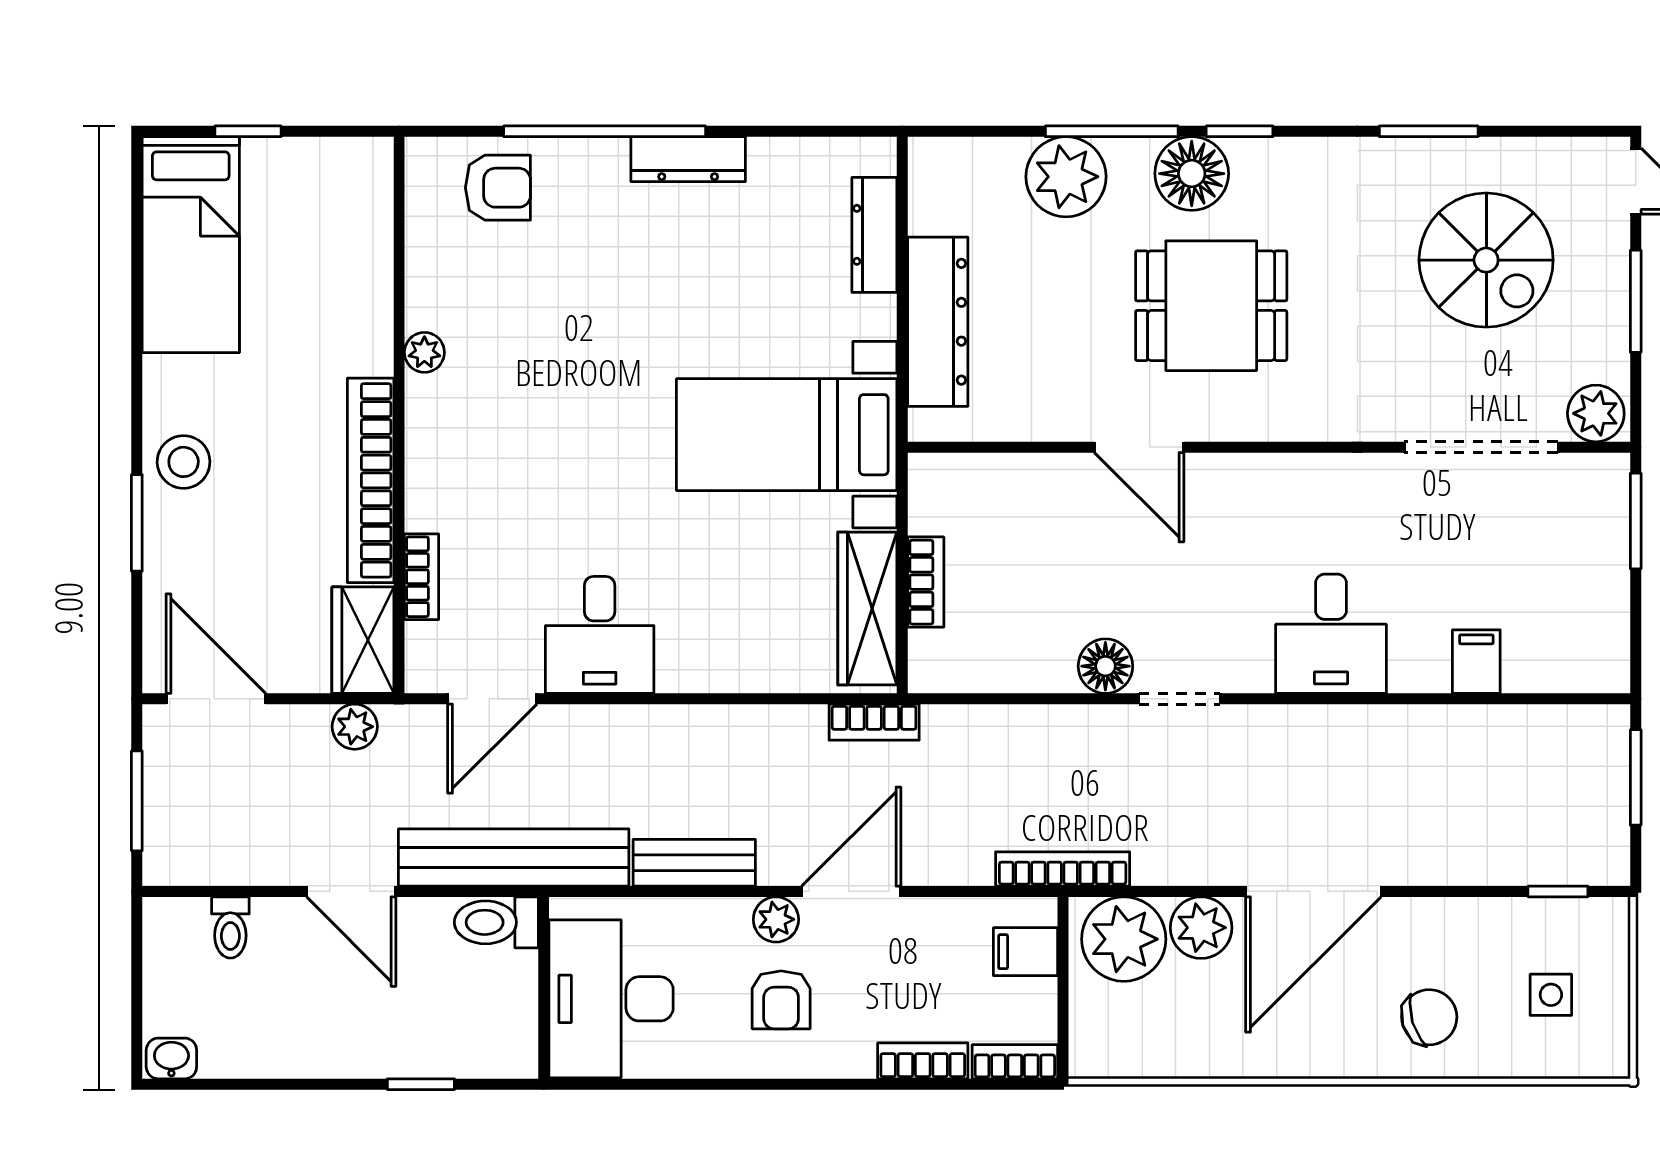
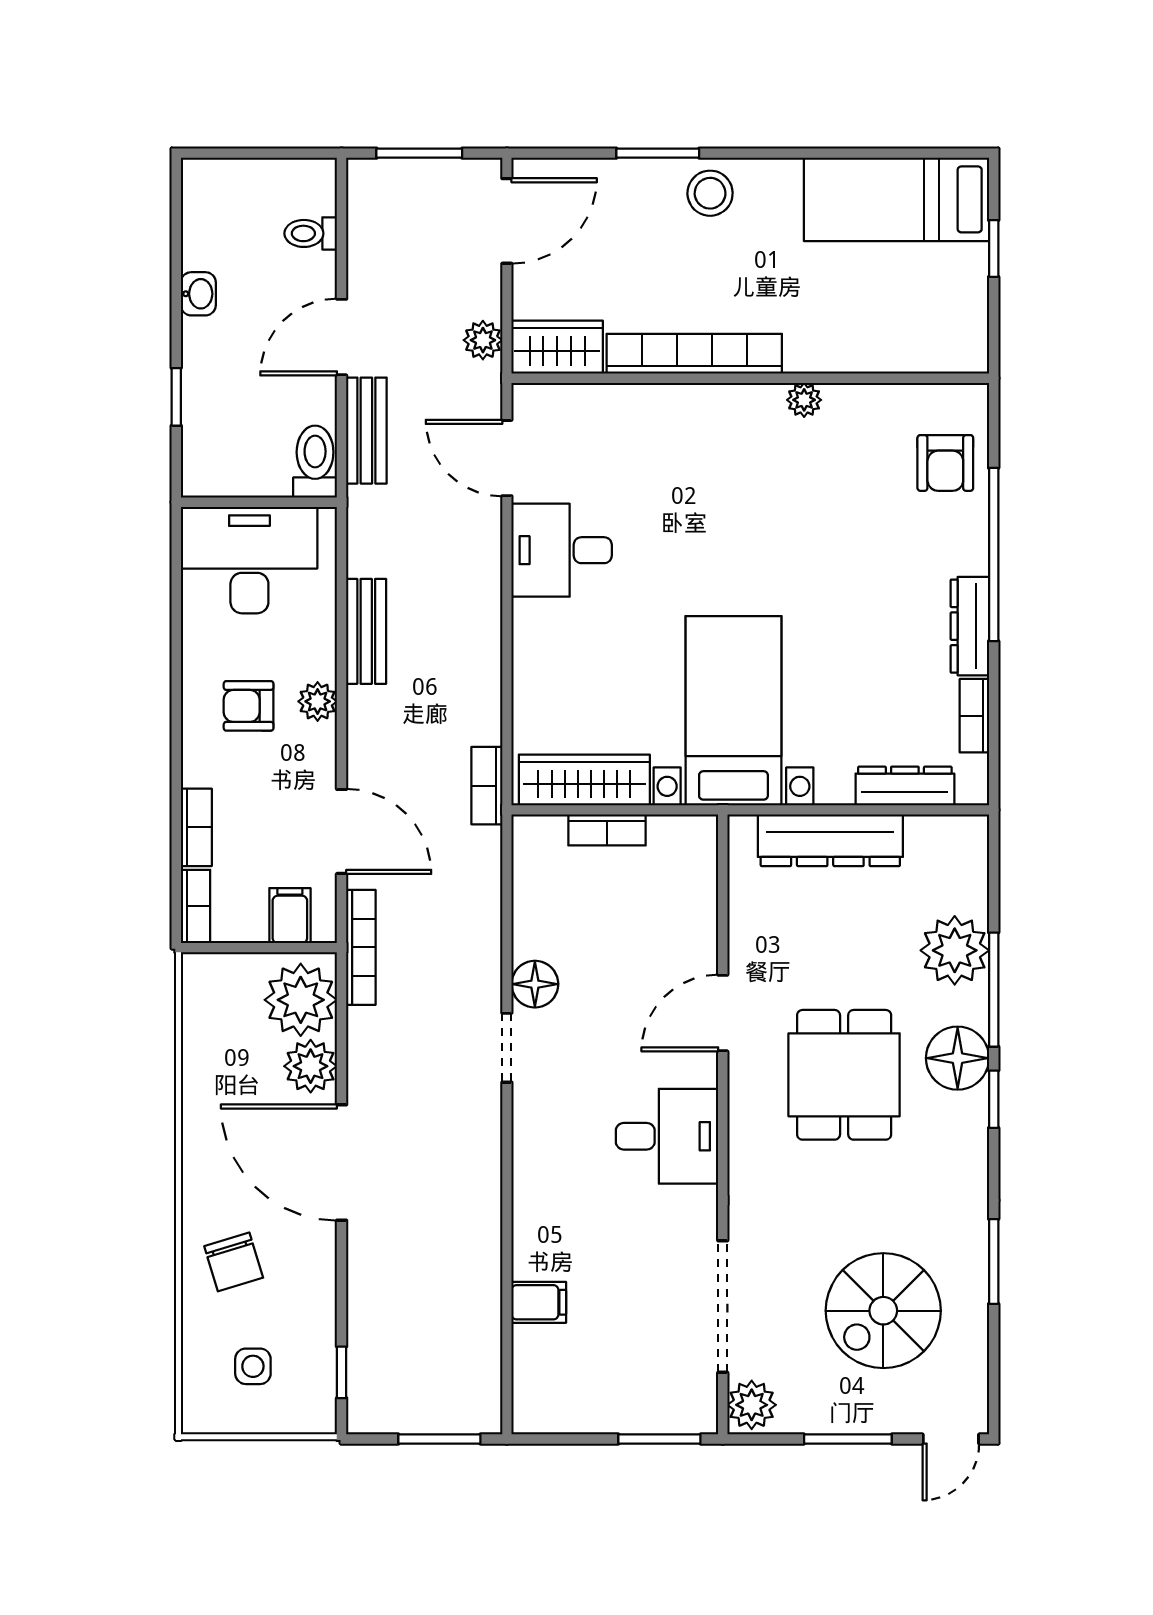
bookcase: (422, 577) -> (974, 716), moved, turned 90
desk: (1331, 634) -> (667, 1136), moved, turned 180
bench: (514, 857) -> (366, 431), width x0.54, depth x0.82
door: (851, 891) -> (342, 831), moved
washbasin: (171, 1058) -> (198, 294), moved

